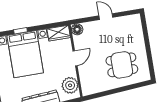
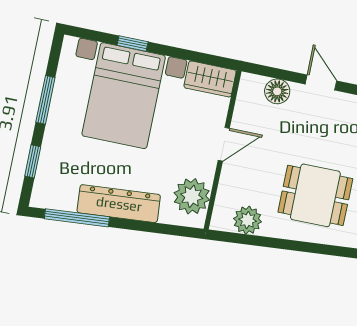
floor lamp: (77, 29) -> (277, 91), moved
plant: (97, 86) -> (248, 220), added

